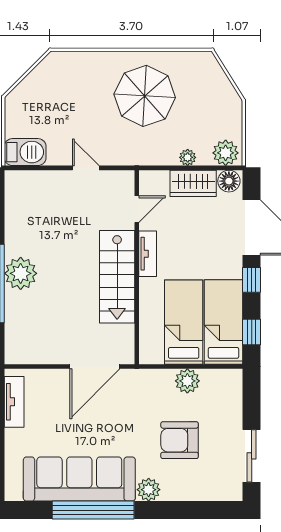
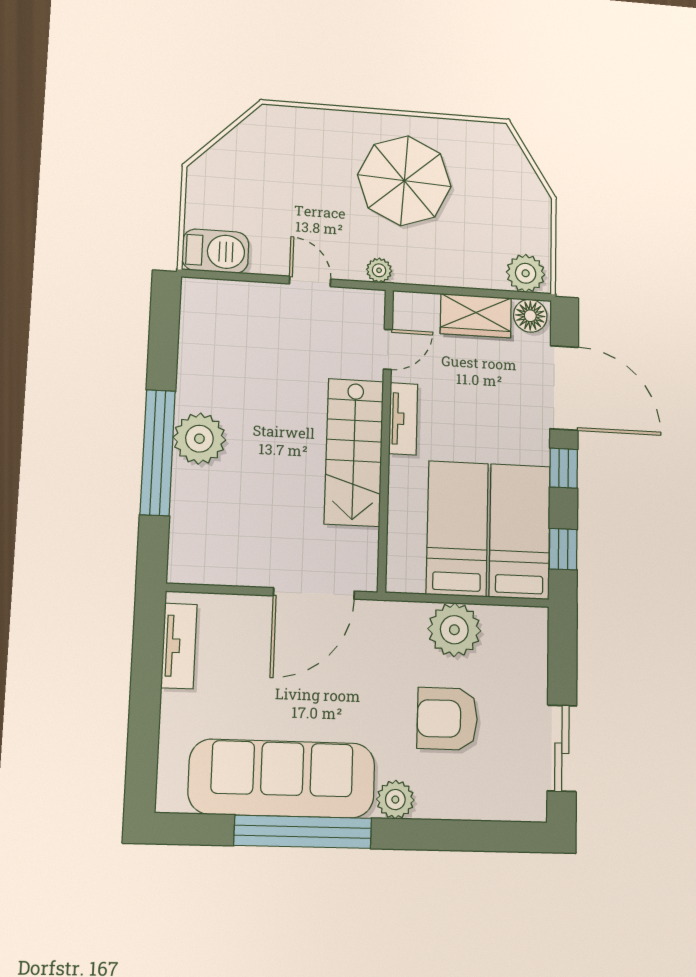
plant: (188, 157) -> (379, 270), moved
plant: (187, 381) -> (454, 630), width x1.36, depth x1.36

